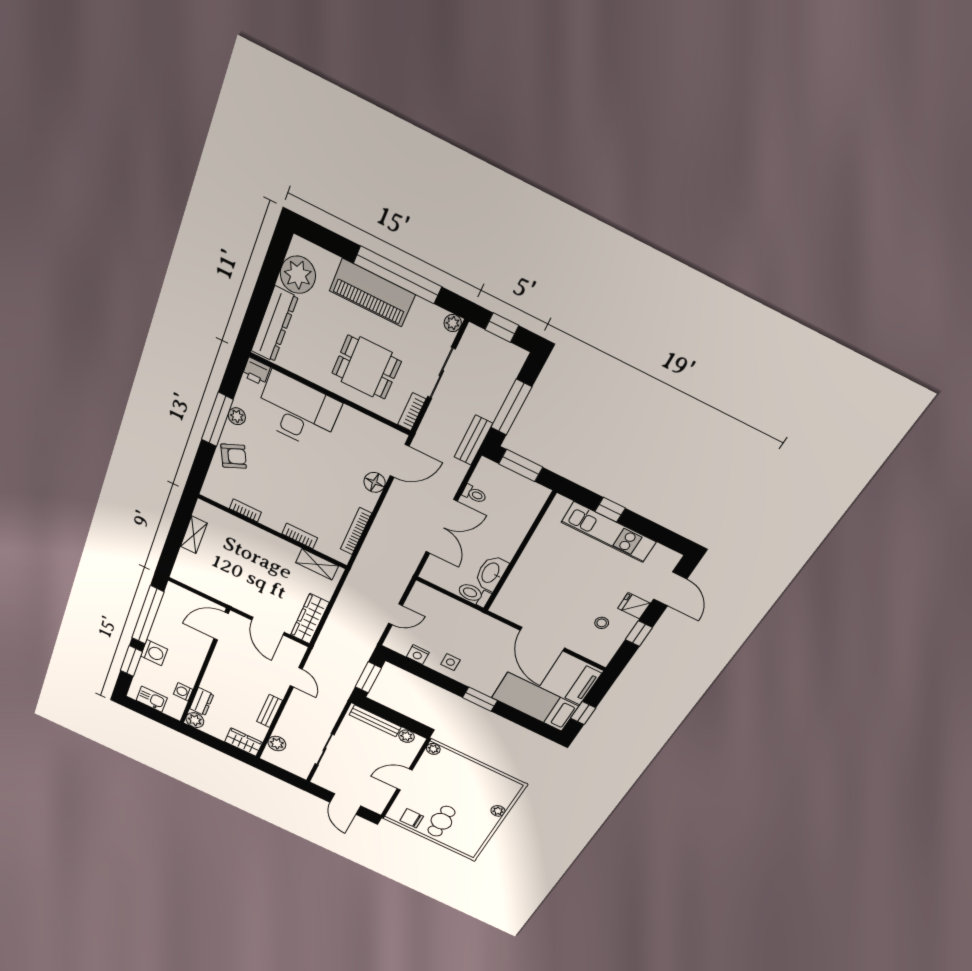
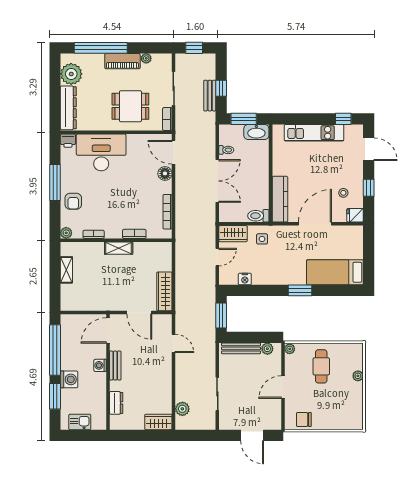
window: (398, 275) -> (101, 48), moved
piano: (372, 293) -> (122, 61), width x0.73, depth x0.75
plant: (453, 323) -> (146, 58), moved
window: (511, 407) -> (221, 88), width x0.46
plant: (237, 416) -> (66, 233), moved
bench: (473, 440) -> (210, 96), moved
armchair: (234, 456) -> (73, 201), turned 114
door: (399, 461) -> (174, 152), swing flipped
window: (610, 510) -> (343, 119), moved
shelving: (317, 564) -> (119, 248), moved
washbasin: (491, 573) -> (256, 132), moved, turned -90
kitchen counter: (513, 589) -> (280, 199), added
wardrobe: (430, 598) -> (233, 234), added
fridge: (634, 606) -> (355, 215), moved
door: (542, 639) -> (315, 224), swing flipped
side table: (450, 662) -> (262, 239), moved
tv unit: (583, 686) -> (357, 243), removed
washing machine: (183, 692) -> (100, 365), moved
bench: (269, 711) -> (115, 366), moved
window: (583, 713) -> (369, 263), removed
plant: (195, 720) -> (117, 423), removed
cafe table: (441, 821) -> (321, 366), moved

